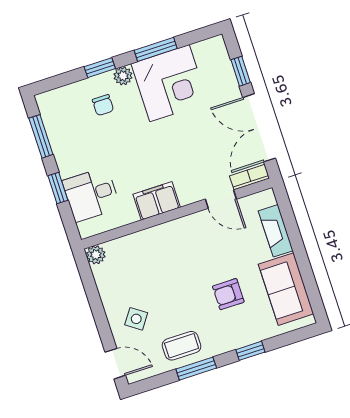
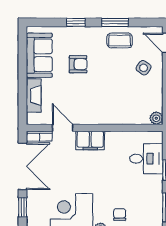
filing cabinet: (157, 201) -> (90, 140), moved

